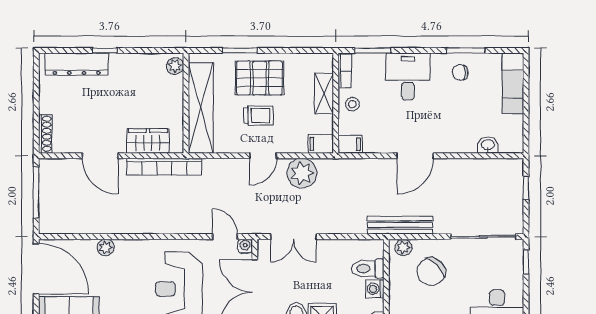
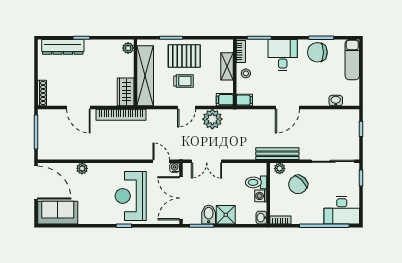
chair: (460, 72) -> (317, 52), width x1.87, depth x1.87
wardrobe: (148, 141) -> (126, 92), moved, turned -90

